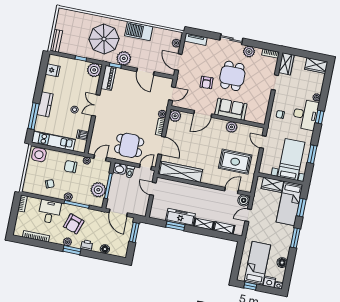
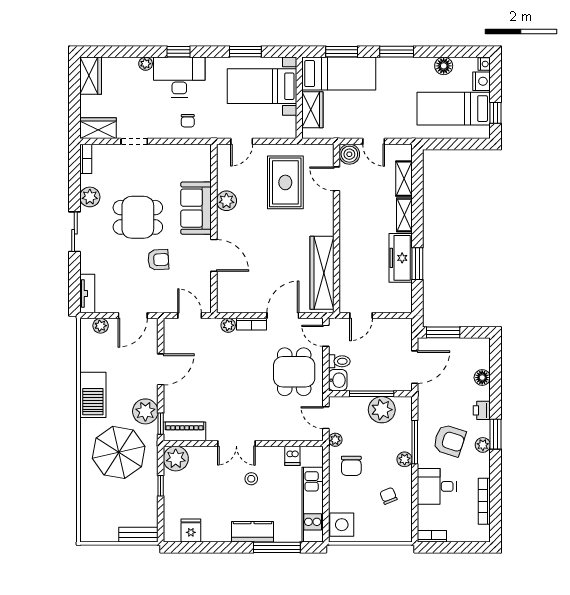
plant: (175, 116) -> (227, 303), removed

